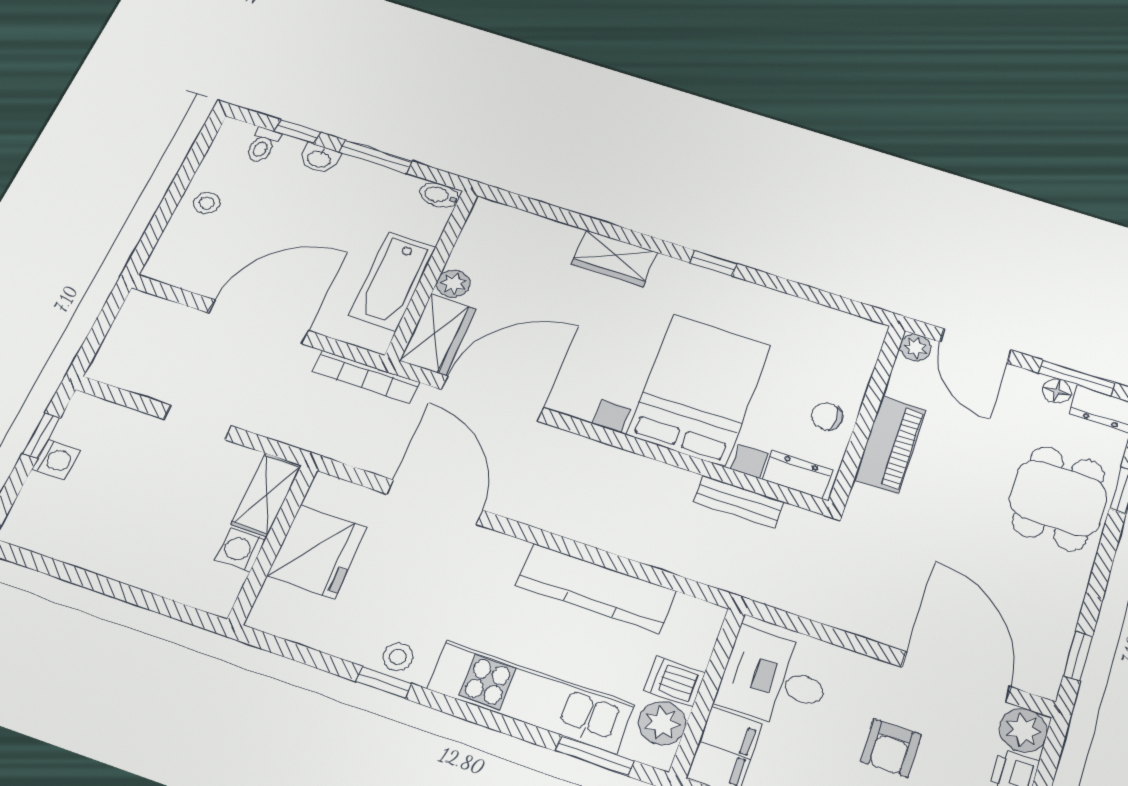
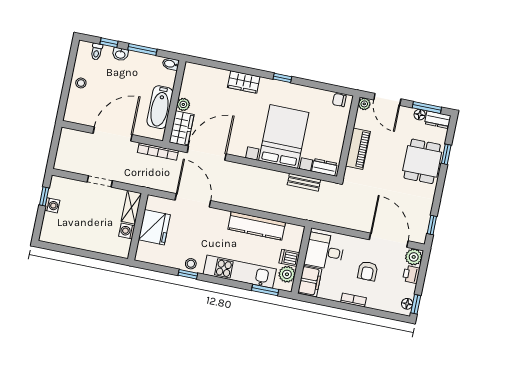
chair: (827, 416) -> (339, 100), moved

